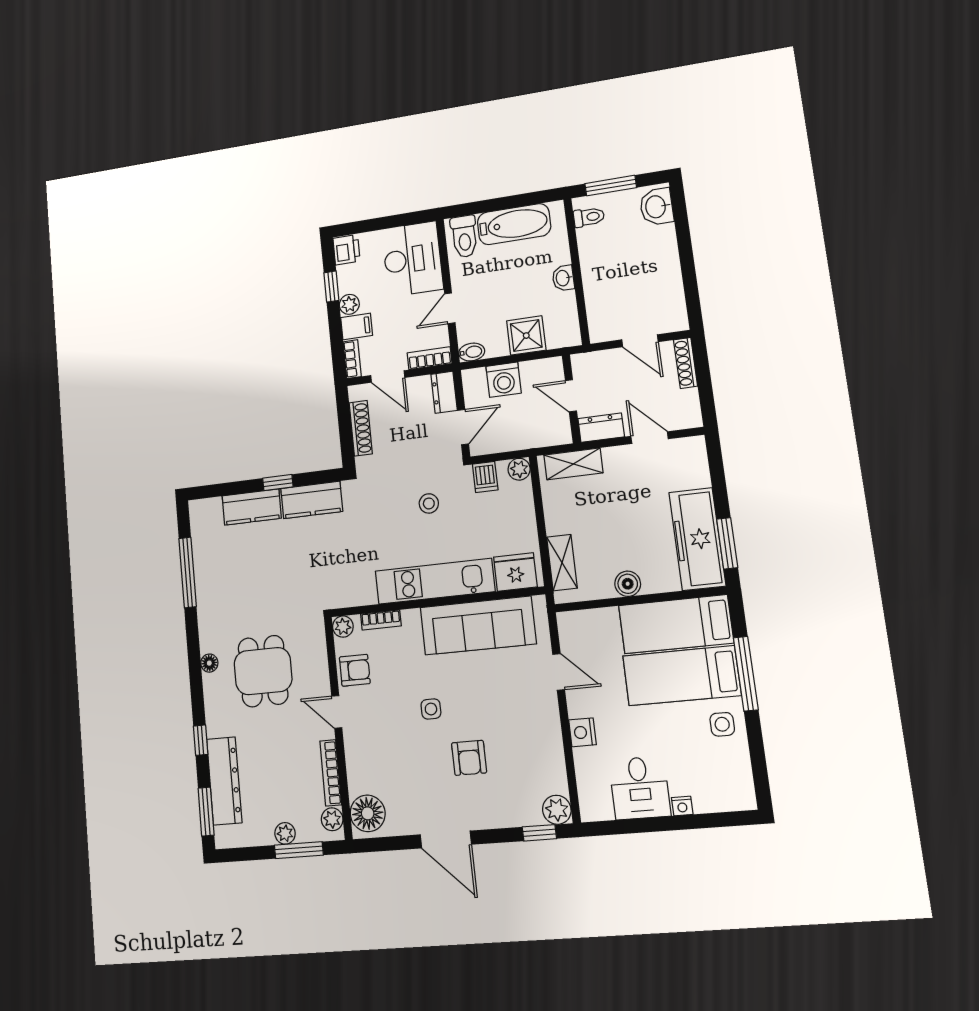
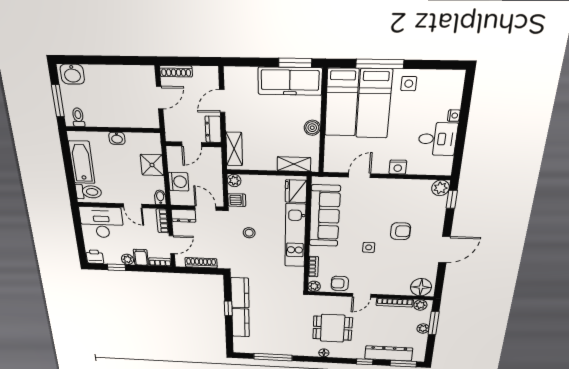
armchair: (355, 670) -> (340, 283), turned -90

